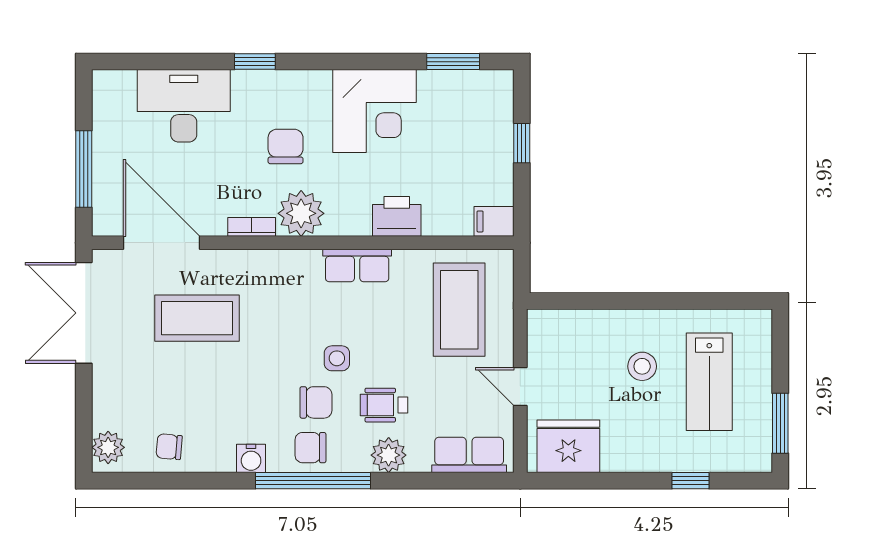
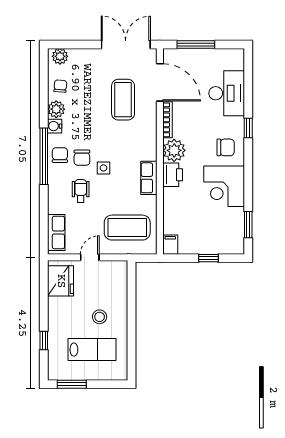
chair: (286, 146) -> (226, 147), moved
printer: (397, 216) -> (173, 175), moved
bookcase: (252, 227) -> (168, 120), width x1.56
door: (161, 243) -> (160, 82), hinge flipped
lab bench: (709, 382) -> (92, 350), turned 180
plant: (389, 455) -> (56, 109), moved

